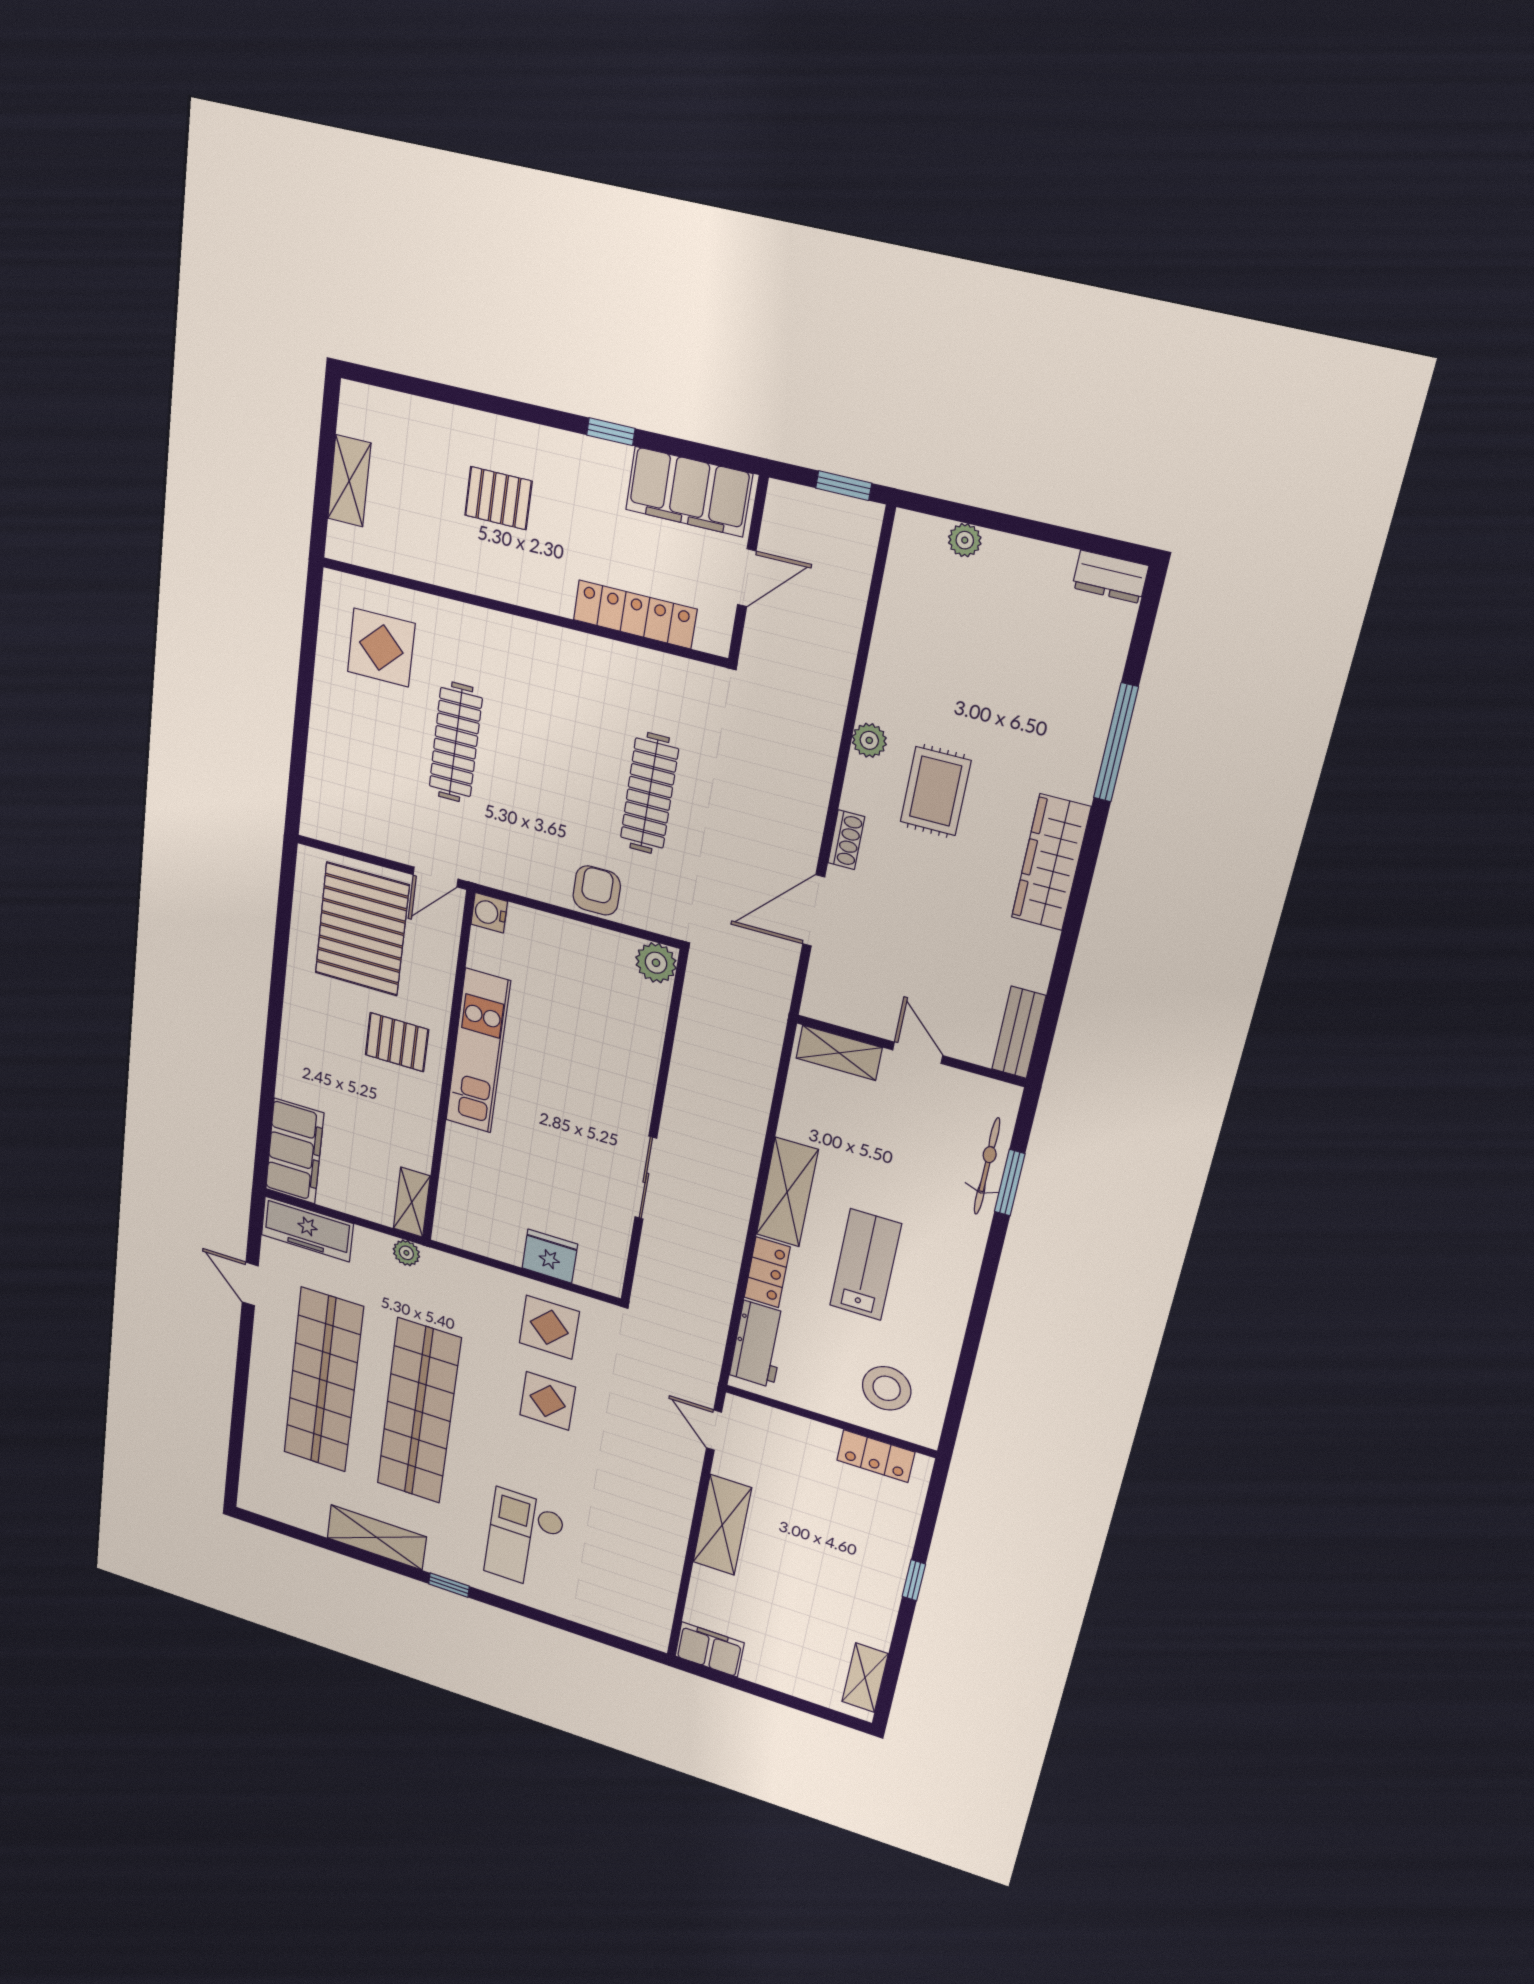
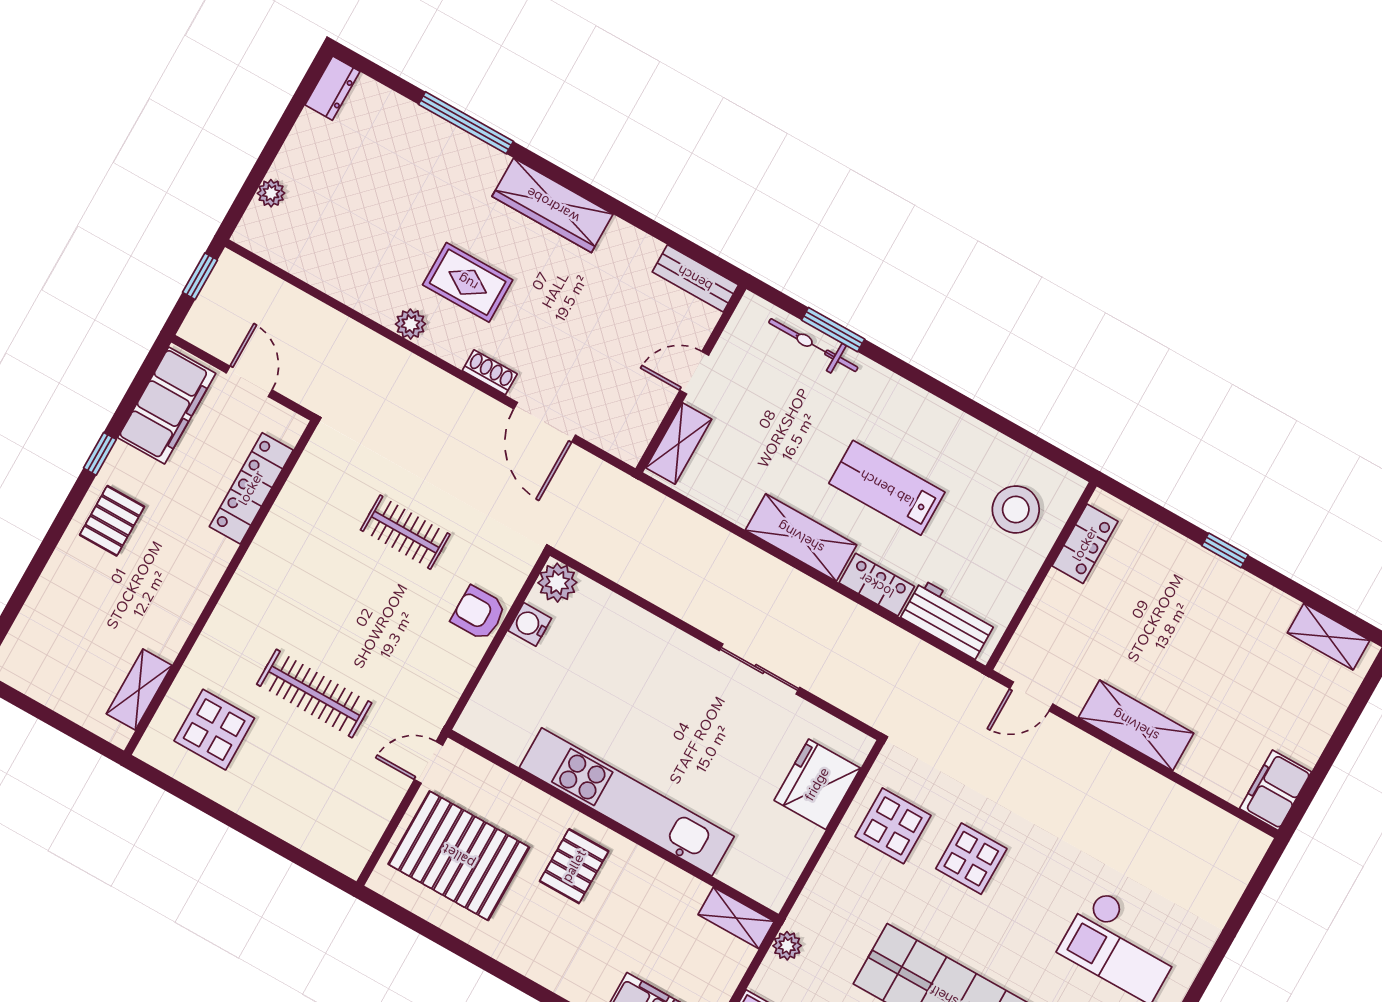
shelving: (349, 481) -> (139, 690), moved, turned 90
pallet: (498, 498) -> (112, 521), moved
clothes rail: (649, 793) -> (405, 532), width x0.73
door: (435, 877) -> (429, 762), swing flipped
water cooler: (489, 913) -> (530, 624), moved, turned 90
kitchen unit: (478, 1051) -> (627, 802), width x1.36
fridge: (550, 1256) -> (817, 784), width x1.36, depth x1.34

